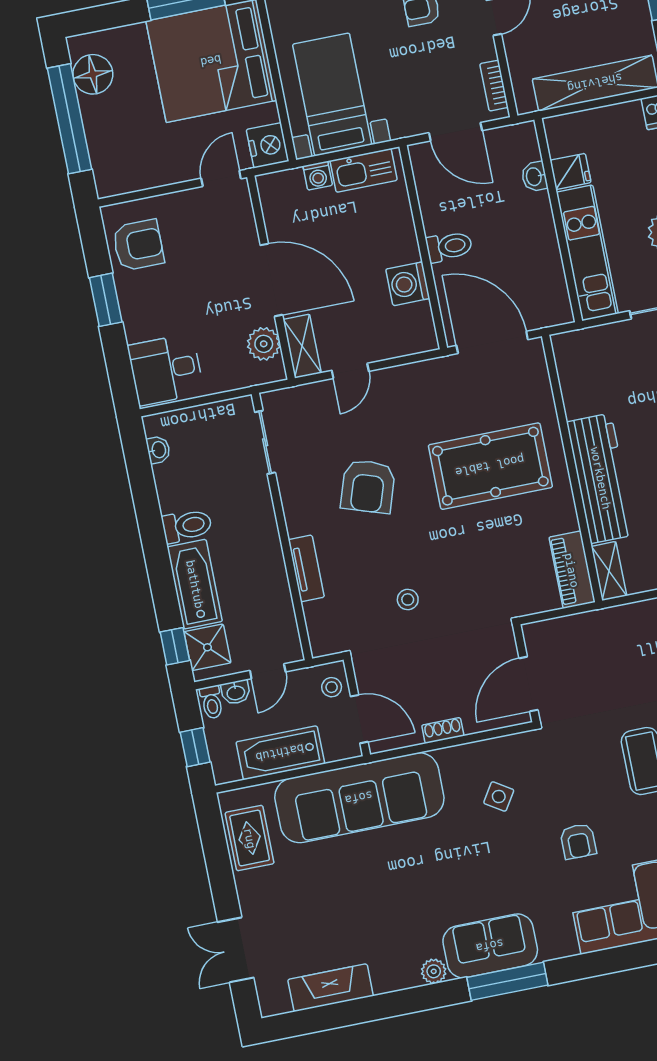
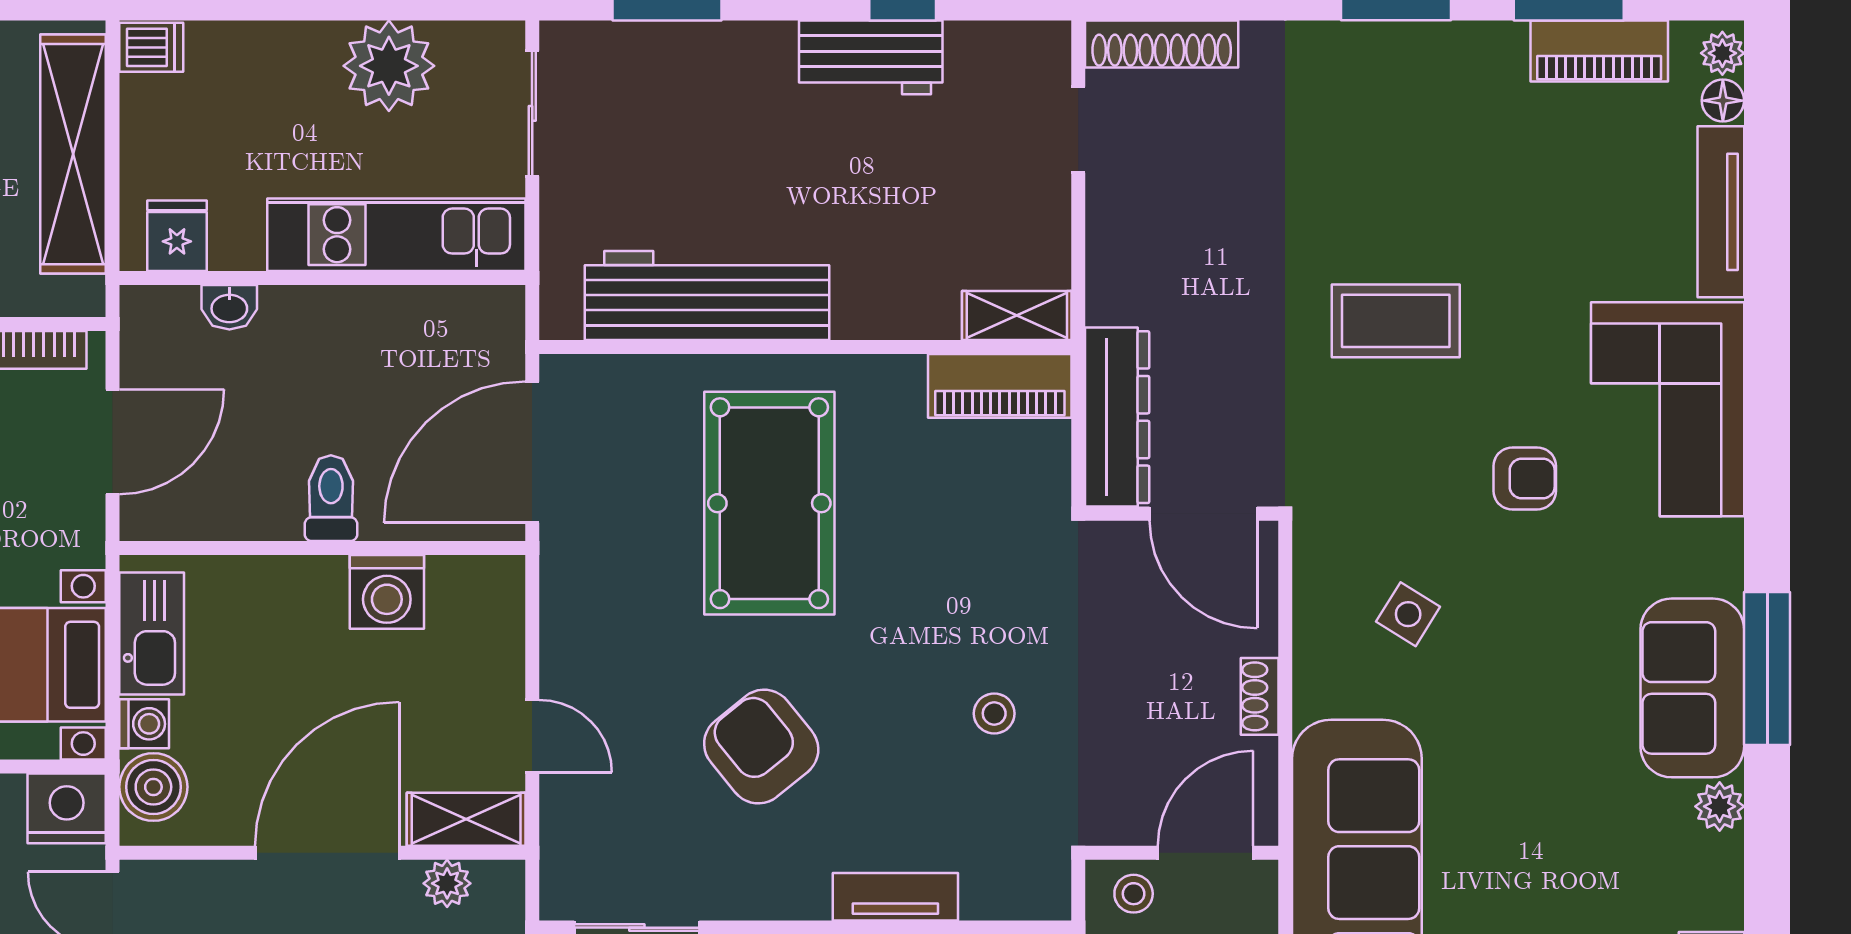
fridge: (571, 171) -> (177, 236), moved
boiler: (287, 187) -> (153, 787), added
plant: (264, 344) -> (447, 883), width x0.73, depth x0.73
workbench: (601, 478) -> (707, 295), moved
armchair: (368, 486) -> (761, 747), turned -147
dresser: (568, 631) -> (1117, 417), added

